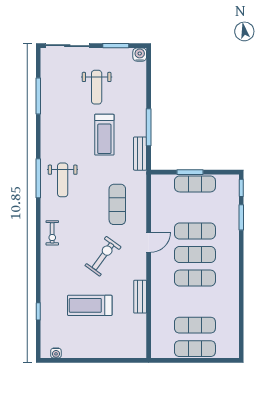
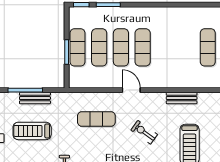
treadmill: (104, 135) -> (32, 131), turned 180
bench: (140, 154) -> (35, 98), moved
exercise bike: (103, 256) -> (144, 132), width x0.73, depth x0.72
exercise mat: (195, 278) -> (99, 47), moved

